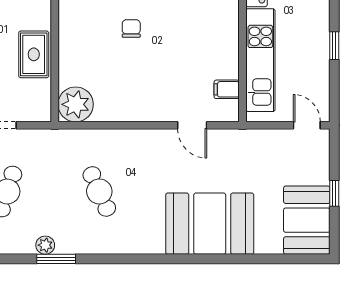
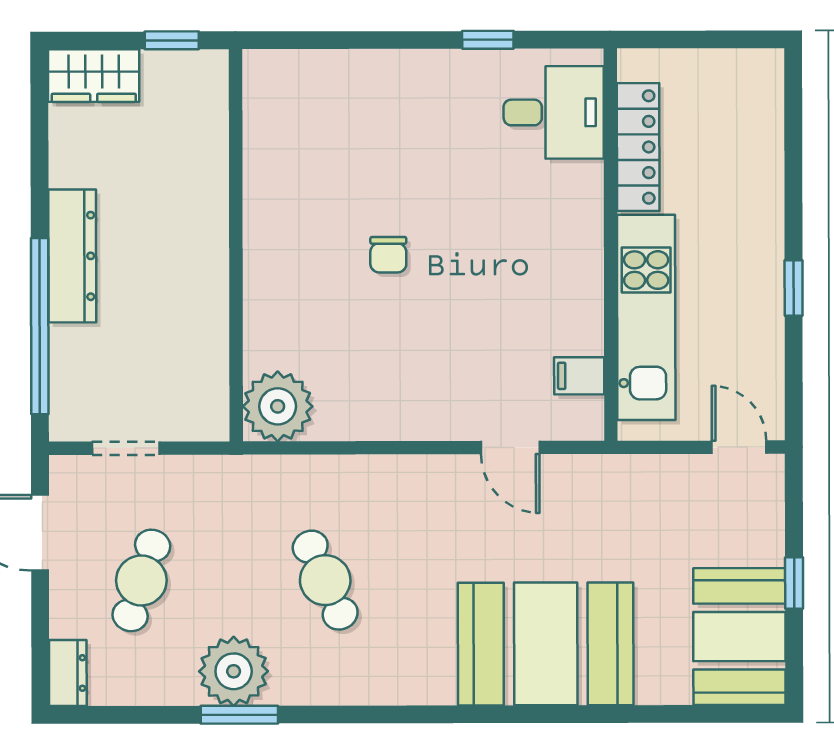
chair: (131, 28) -> (388, 255), turned 180
rug: (34, 54) -> (194, 307), removed
plant: (45, 245) -> (234, 671), width x1.88, depth x1.88

